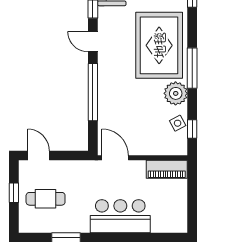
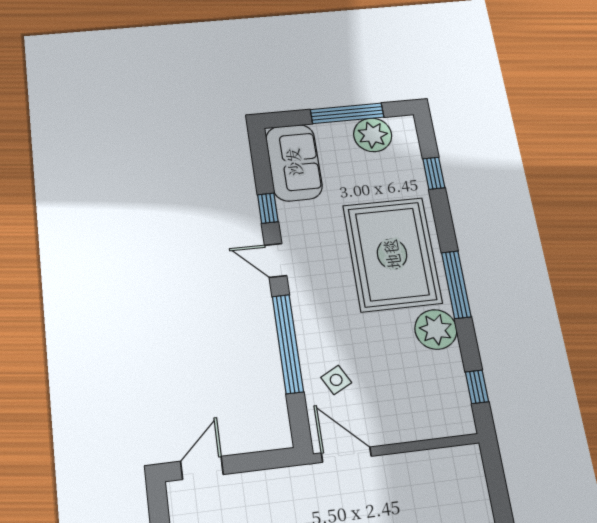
side table: (178, 123) -> (336, 380), moved
door: (39, 155) -> (202, 468), hinge flipped
piano: (167, 169) -> (445, 464), removed

